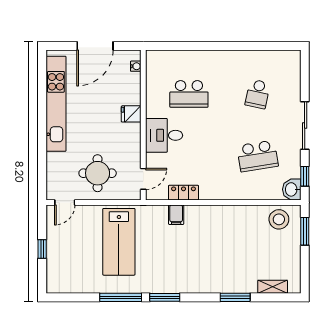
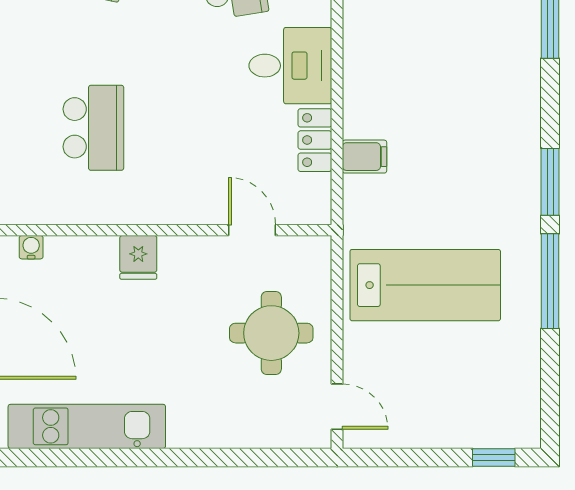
kitchen unit: (56, 104) -> (87, 426), width x0.73
desk: (164, 135) -> (290, 66), moved, turned -90
door: (143, 179) -> (252, 230), moved
window: (42, 249) -> (494, 457), moved

